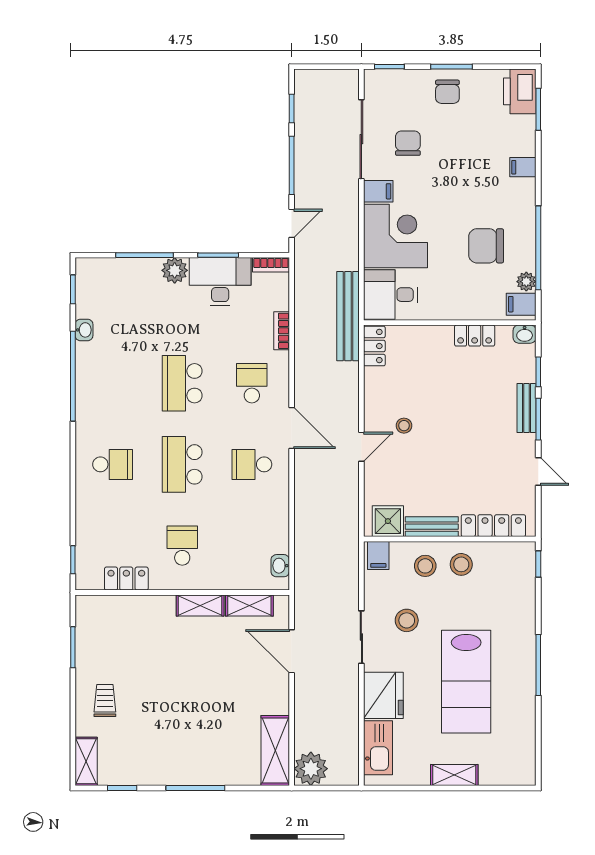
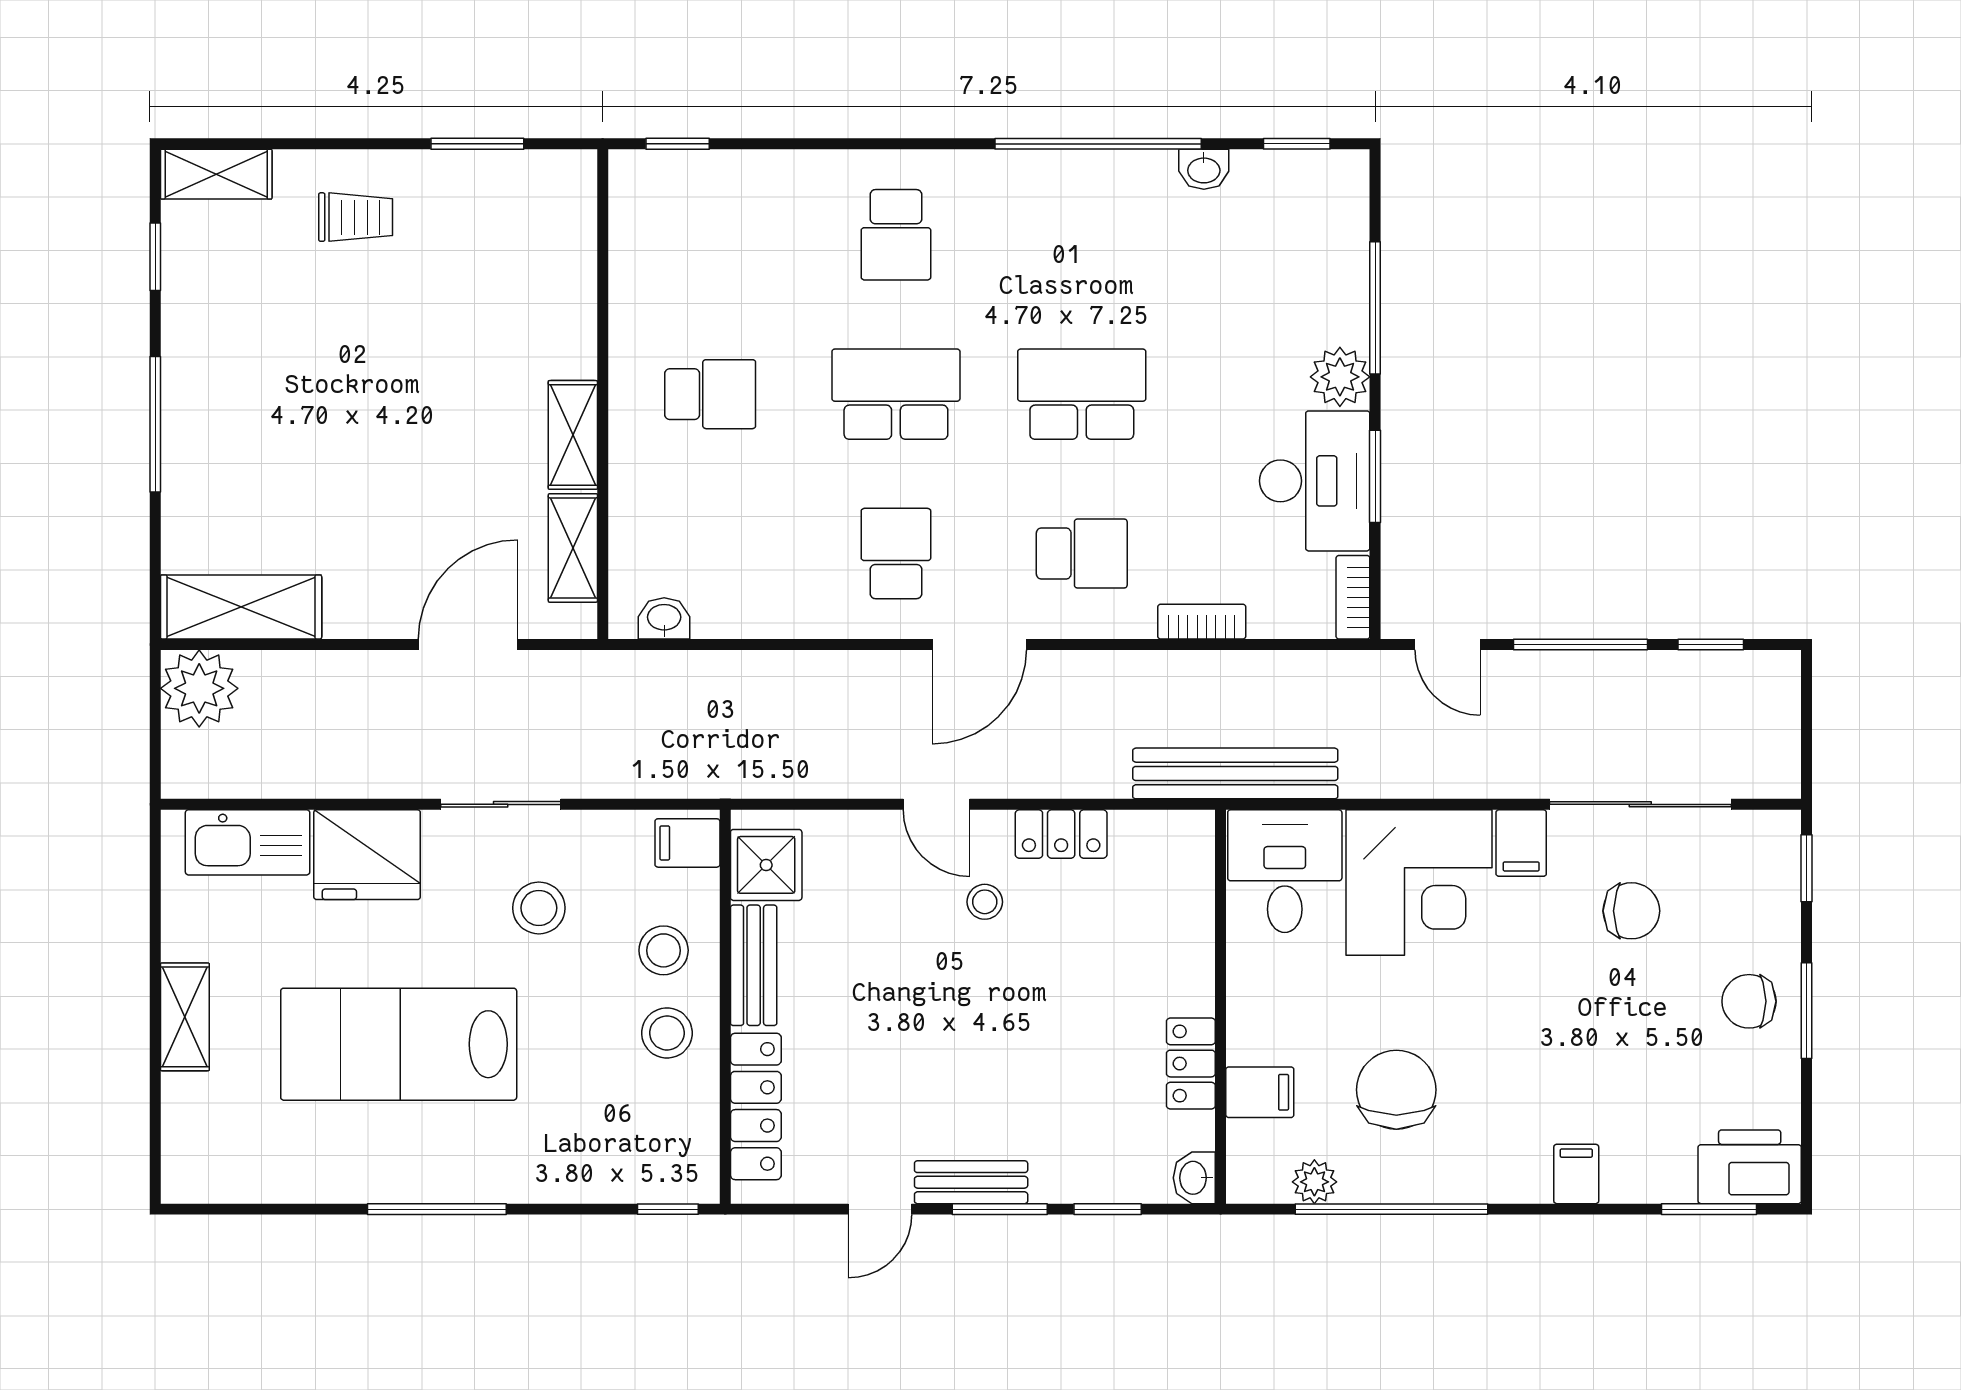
filing cabinet: (521, 304) -> (1260, 1092), moved, turned 90
locker: (374, 346) -> (1061, 834), moved
bench: (526, 408) -> (971, 1182), moved
locker: (126, 579) -> (635, 266), removed

